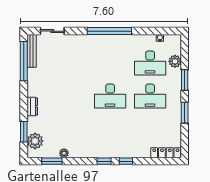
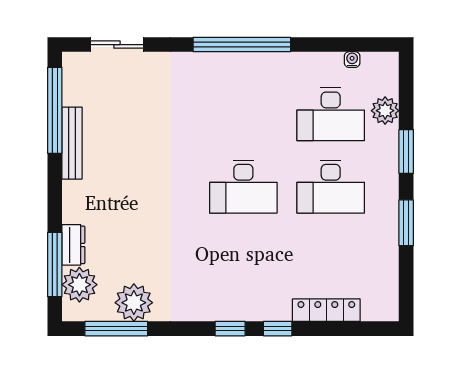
bench: (32, 51) -> (72, 143), moved
dresser: (32, 106) -> (73, 245), moved
window: (24, 132) -> (55, 265), width x1.44
plant: (64, 153) -> (134, 303), width x1.88, depth x1.88
locker: (166, 153) -> (326, 310), moved
window: (52, 161) -> (116, 329), width x1.44

